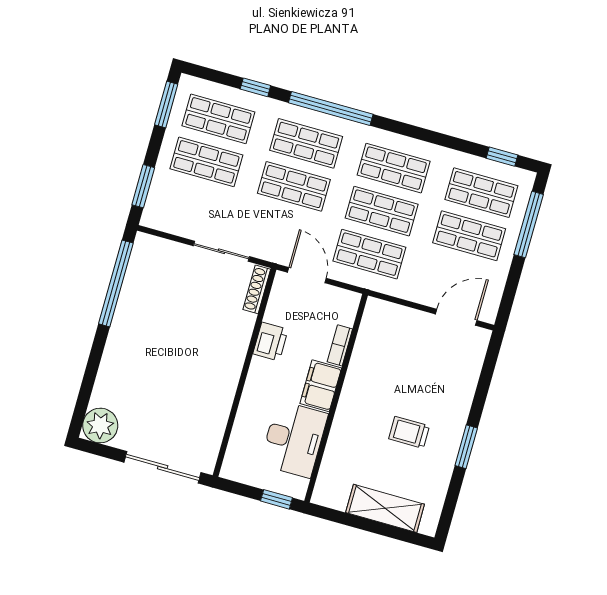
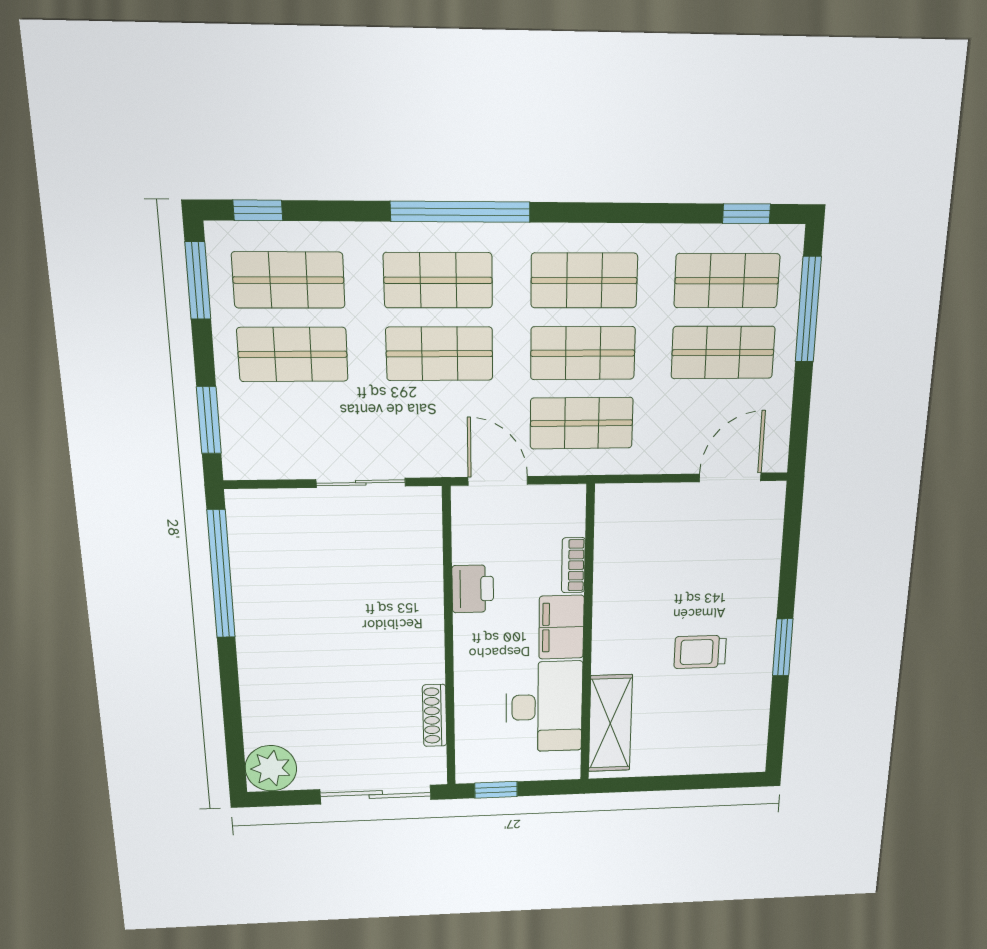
window: (255, 87) -> (258, 210), moved
shoe rack: (257, 289) -> (435, 716), moved
window: (276, 499) -> (496, 790), moved
shelving: (385, 508) -> (610, 723), moved, turned 90

